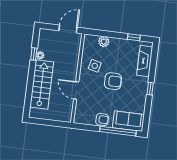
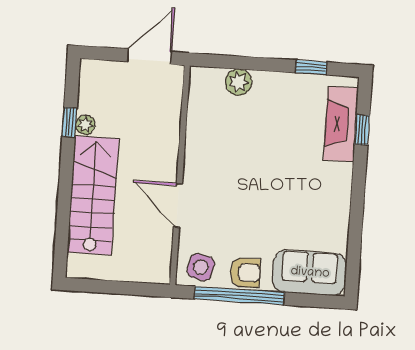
side table: (95, 66) -> (201, 267), moved
armchair: (113, 81) -> (266, 177), removed
window: (150, 89) -> (362, 130), moved
window: (118, 131) -> (239, 296), moved

